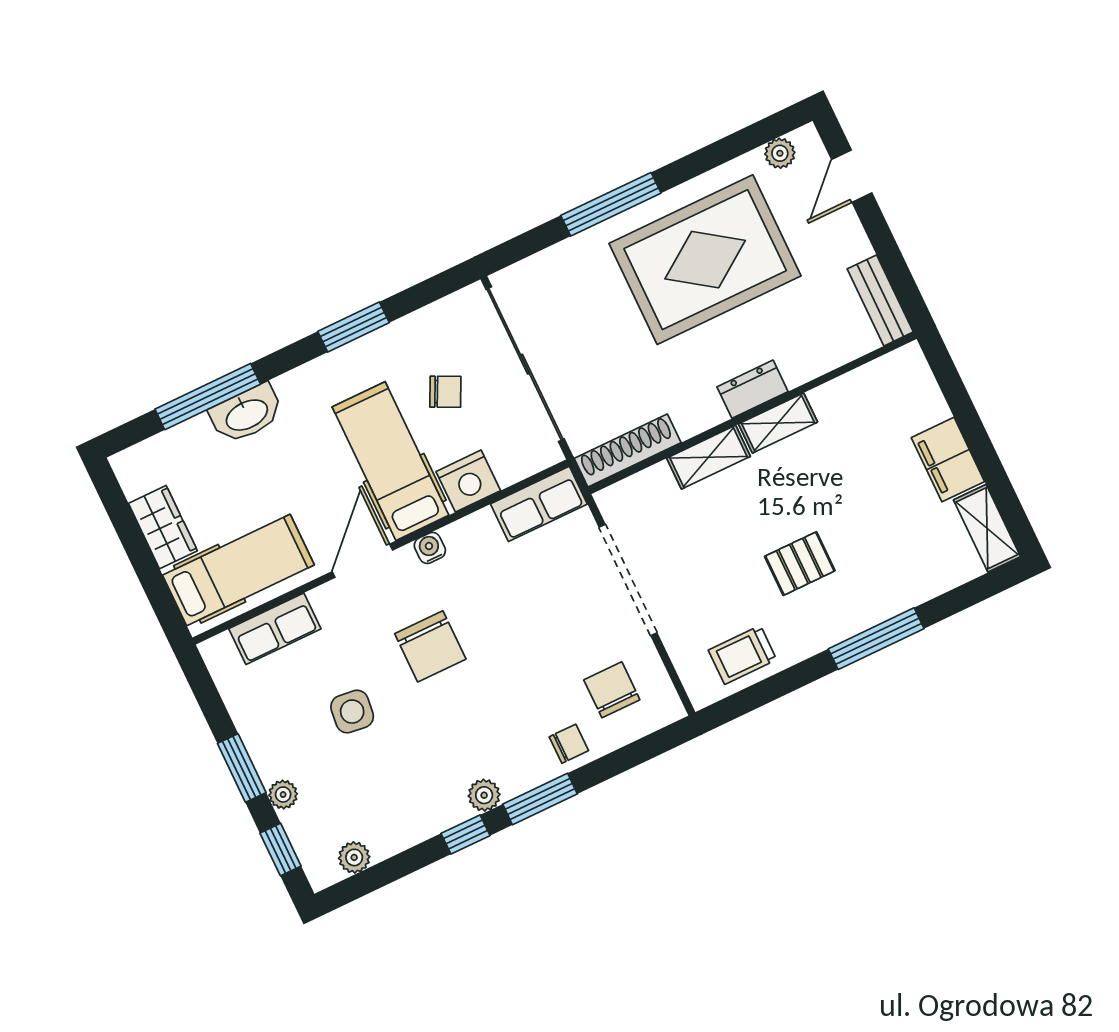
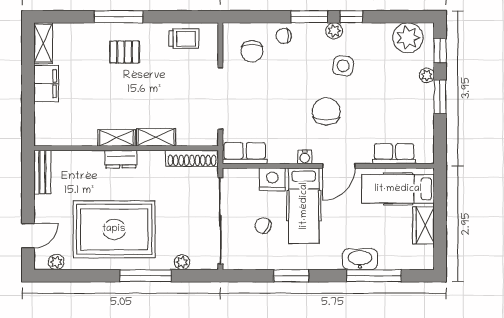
plant: (558, 259) -> (182, 262), added
pallet: (800, 564) -> (125, 52), moved
side table: (352, 712) -> (343, 66), moved
plant: (354, 857) -> (408, 38), width x1.87, depth x1.87

